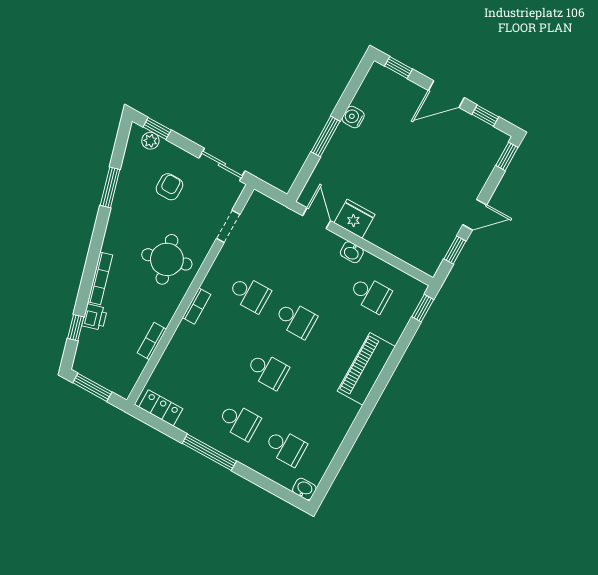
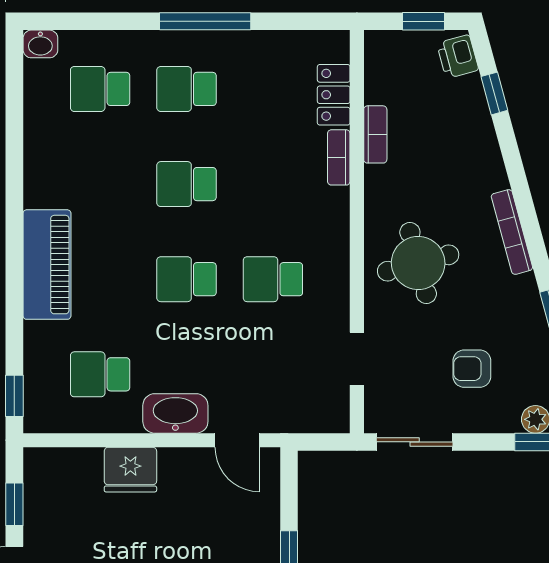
armchair: (169, 187) -> (472, 369), turned 90
fridge: (354, 219) -> (130, 470), moved
washbasin: (352, 252) -> (175, 413), width x1.91, depth x1.45
bookcase: (100, 278) -> (512, 232), moved
bookcase: (197, 306) -> (339, 157), moved
printer: (95, 317) -> (458, 57), moved
window: (92, 387) -> (423, 21), width x0.67
locker: (161, 408) -> (334, 95), moved, turned 90

